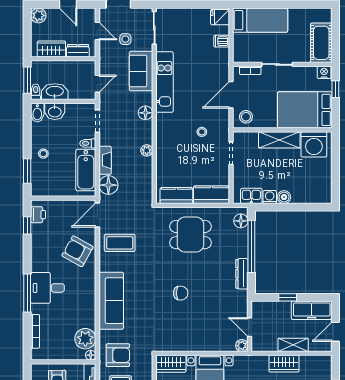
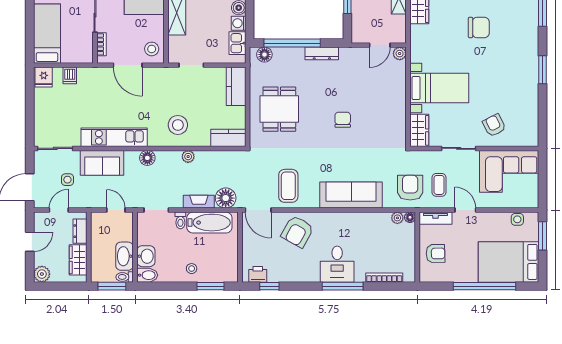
stool: (202, 132) -> (178, 125), moved, width x1.89, depth x1.89
kitchen counter: (176, 196) -> (228, 138), moved, turned 90
plant: (85, 339) -> (397, 218), width x0.53, depth x0.53

